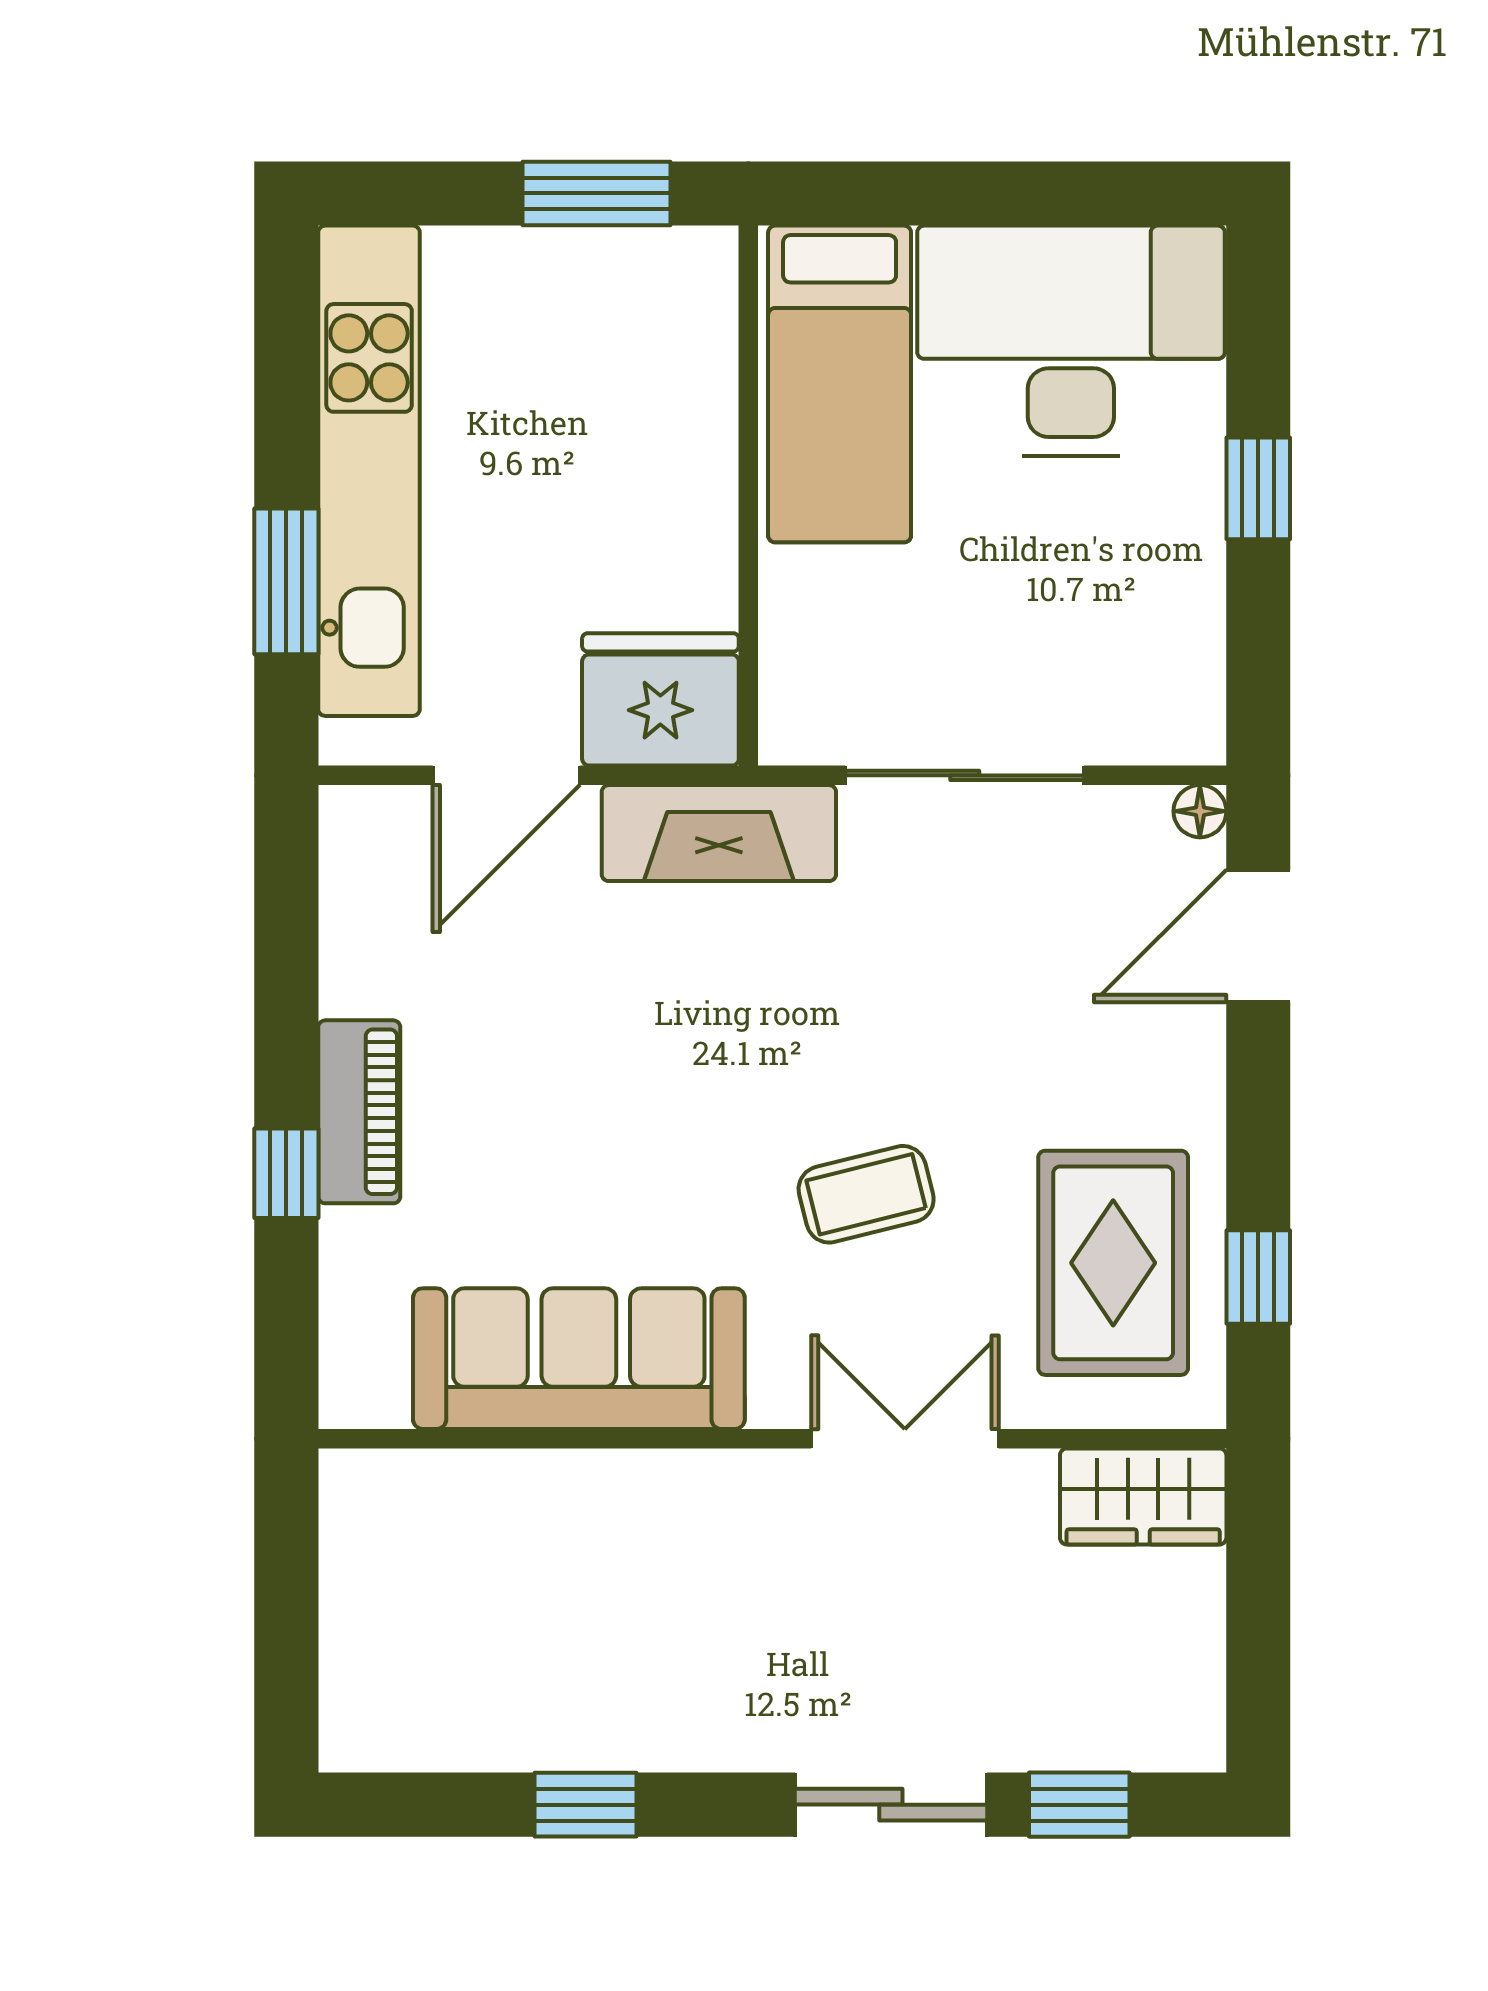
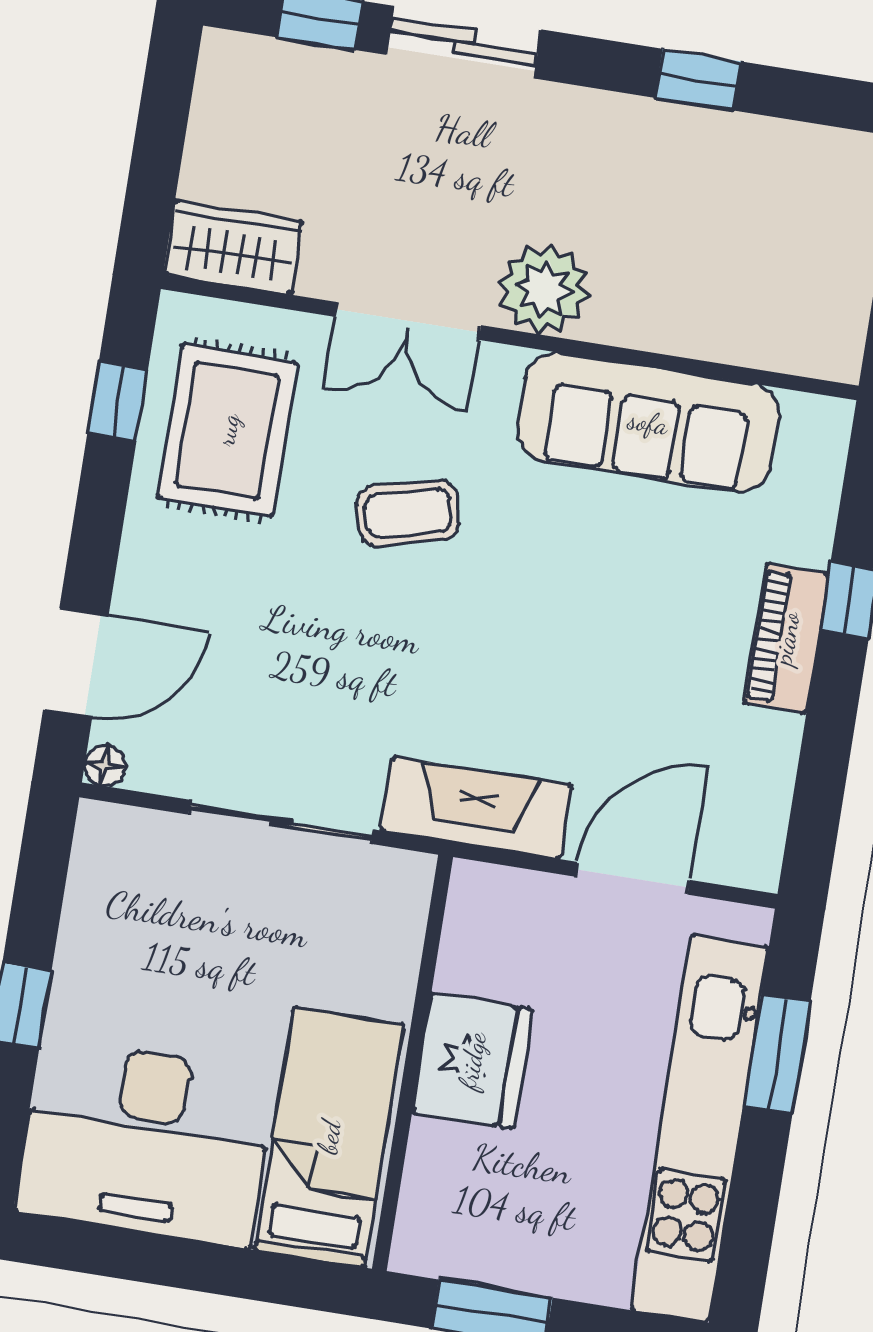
fridge: (660, 699) -> (472, 1061), moved, turned -90
plant: (738, 1507) -> (544, 289), added

